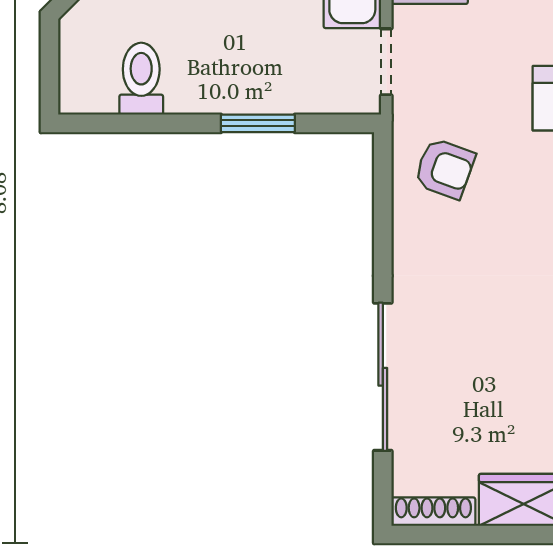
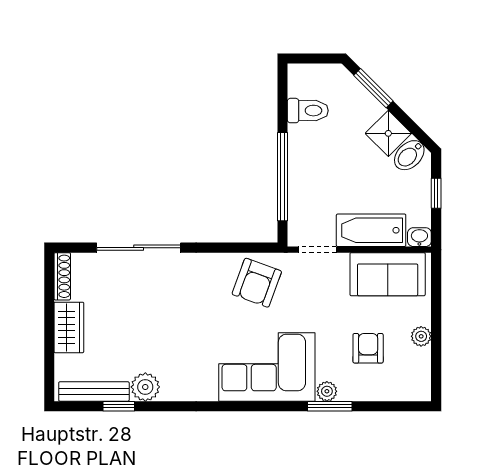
window: (258, 123) -> (282, 177), width x2.11
armchair: (445, 169) -> (257, 283), width x1.38, depth x1.38

